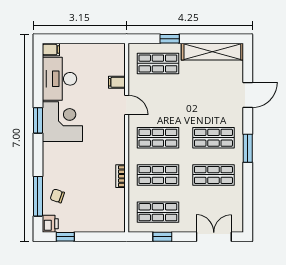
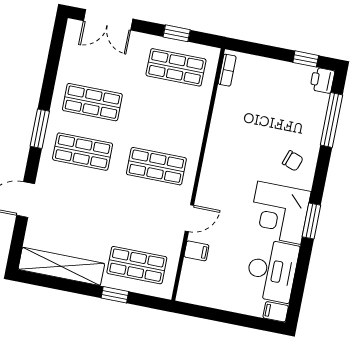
door: (127, 105) -> (189, 218), swing flipped
shop shelf: (158, 175) -> (166, 117), removed
bookcase: (121, 176) -> (227, 70), moved
chair: (57, 196) -> (293, 161), moved

